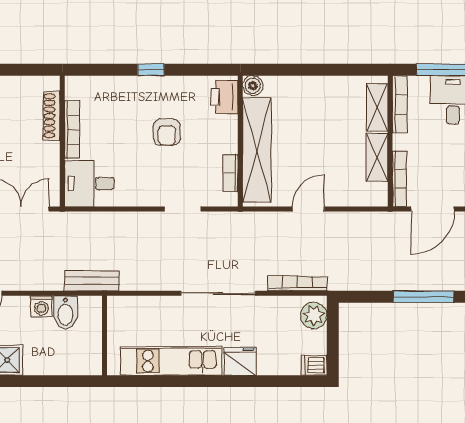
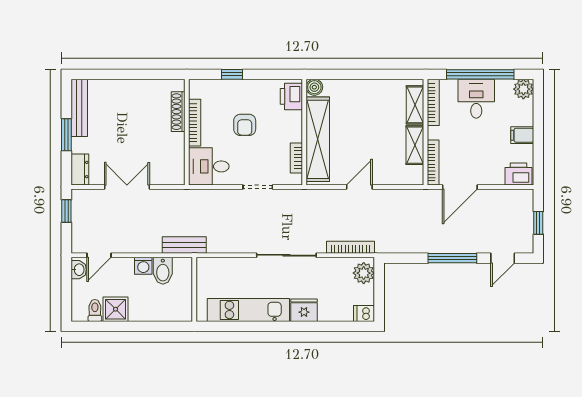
shoe rack: (52, 116) -> (178, 112), moved
bookcase: (72, 130) -> (195, 123), moved
wall: (62, 141) -> (187, 132), moved
desk: (90, 184) -> (209, 166), moved

